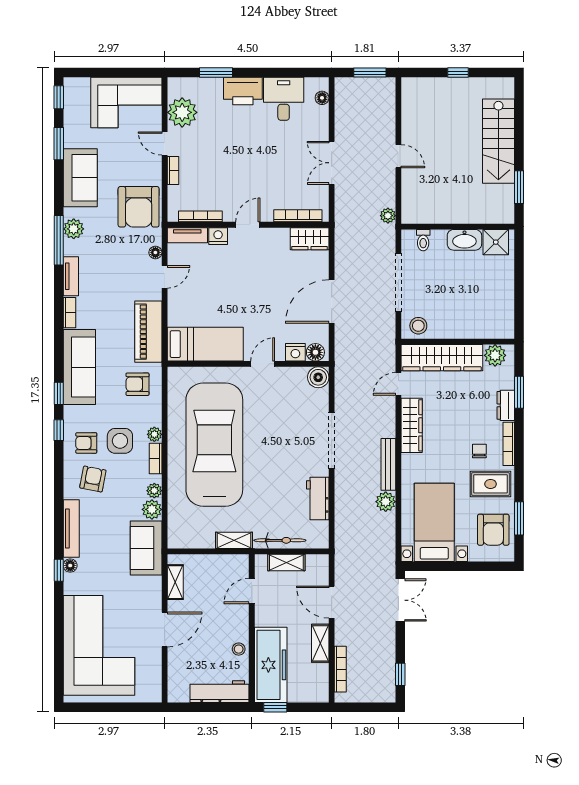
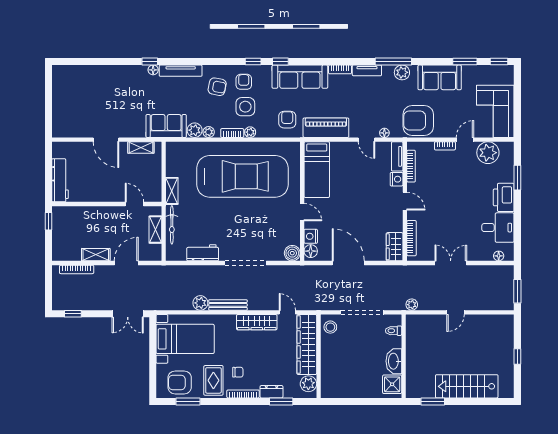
corner sofa: (99, 645) -> (94, 91), removed
stool: (239, 649) -> (92, 194), removed
freezer: (271, 665) -> (80, 218), removed

